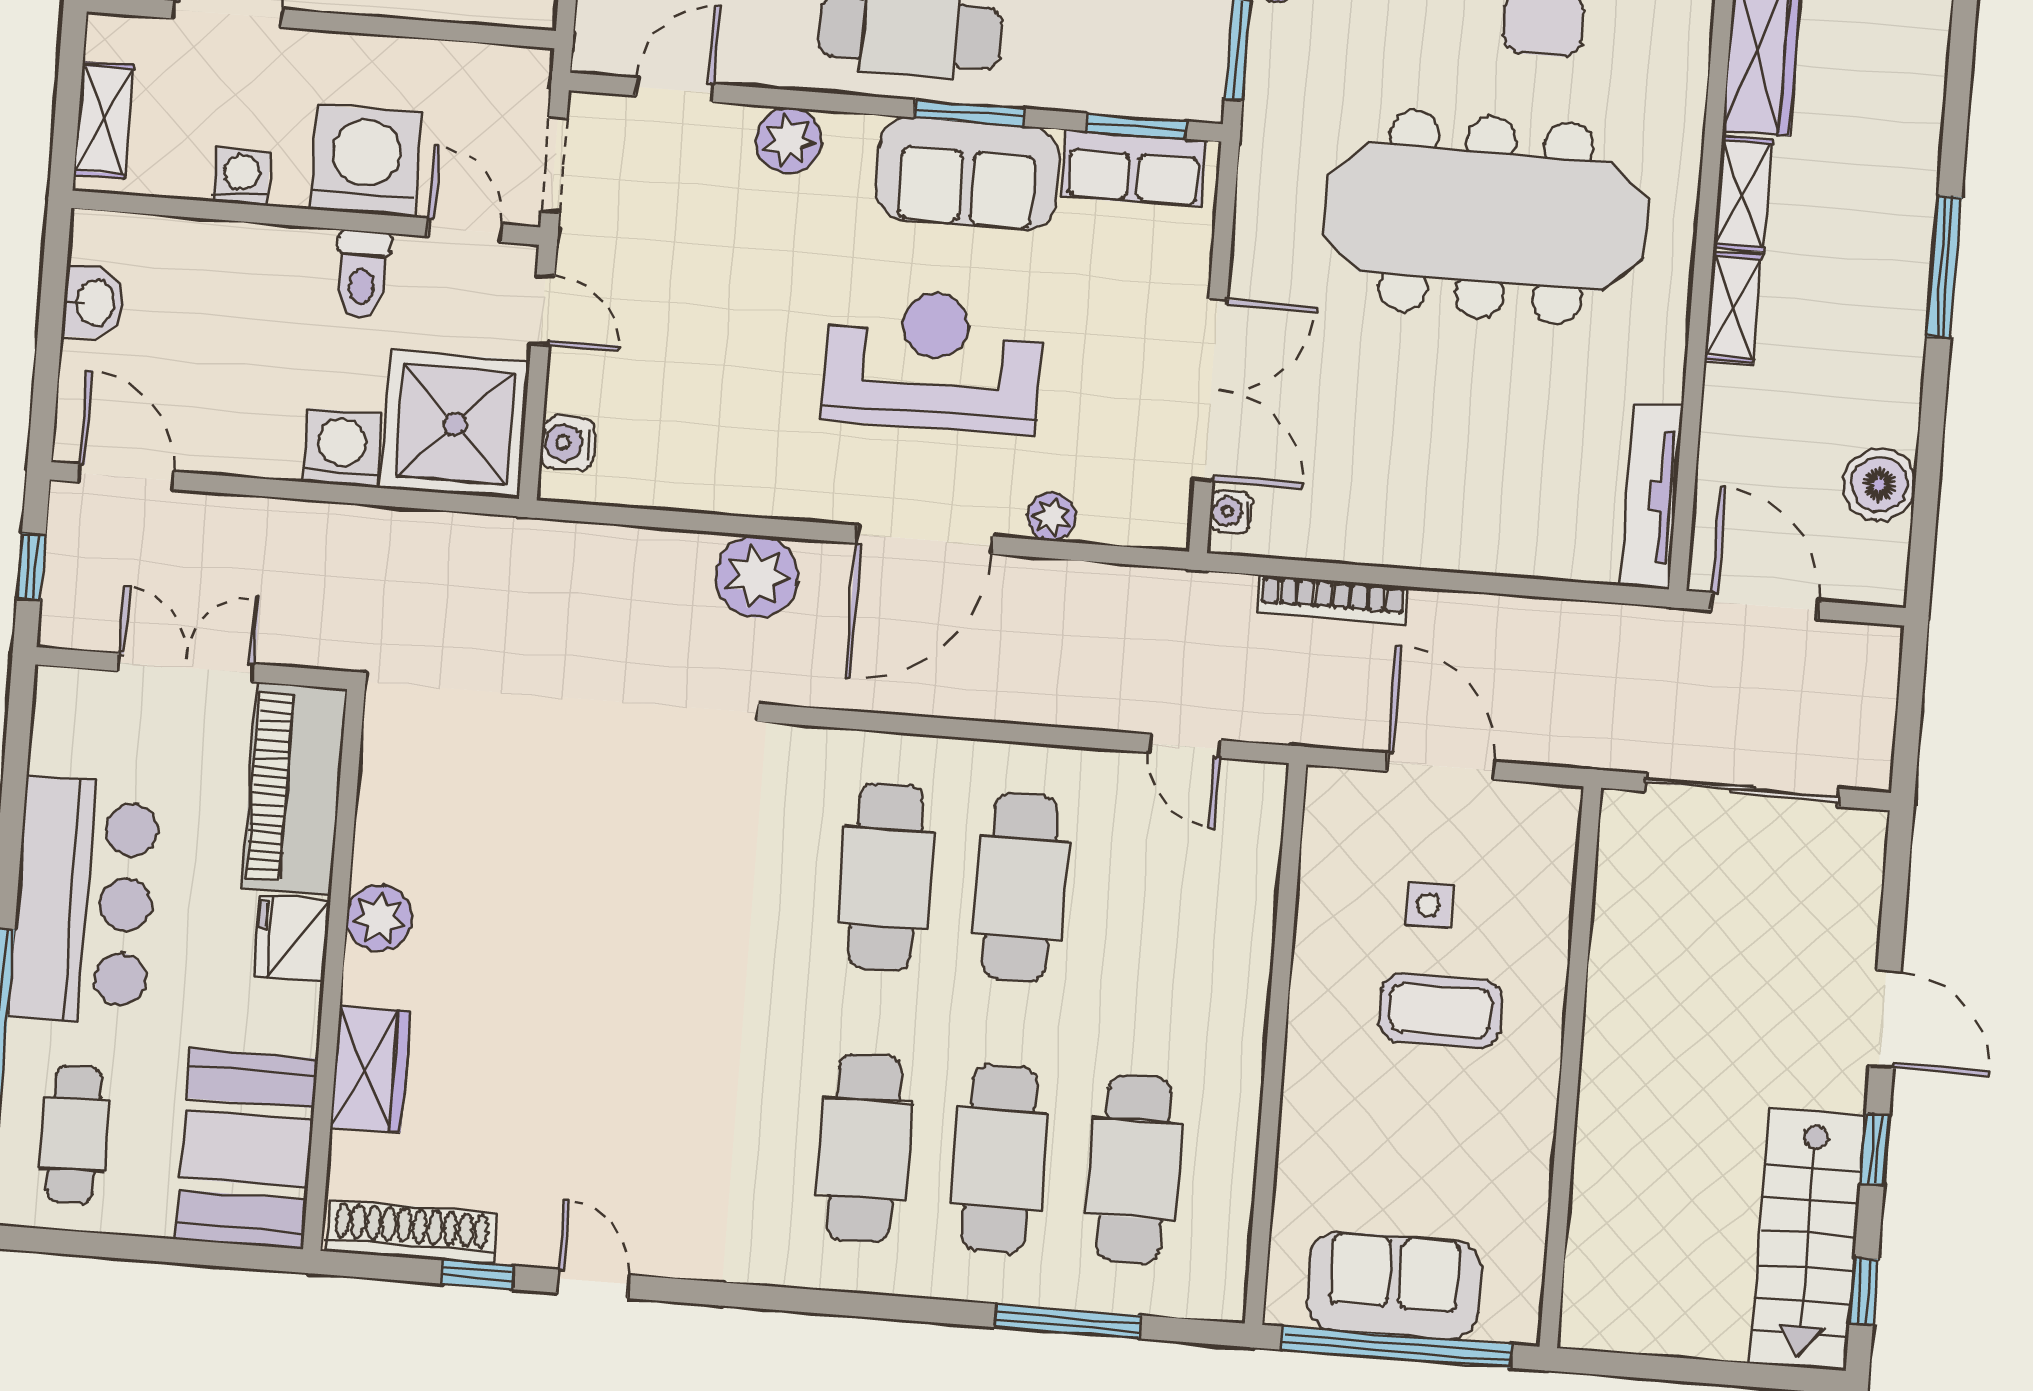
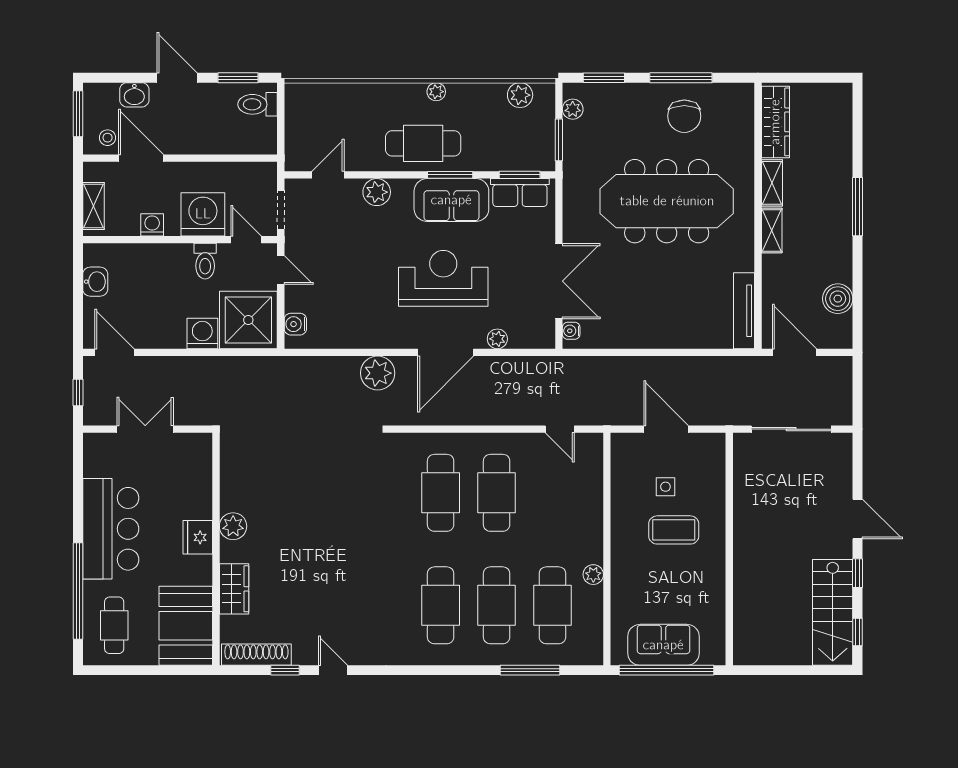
bookcase: (1332, 599) -> (616, 364), removed
piano: (294, 789) -> (194, 476), removed
plant: (1238, 1103) -> (593, 575), added

